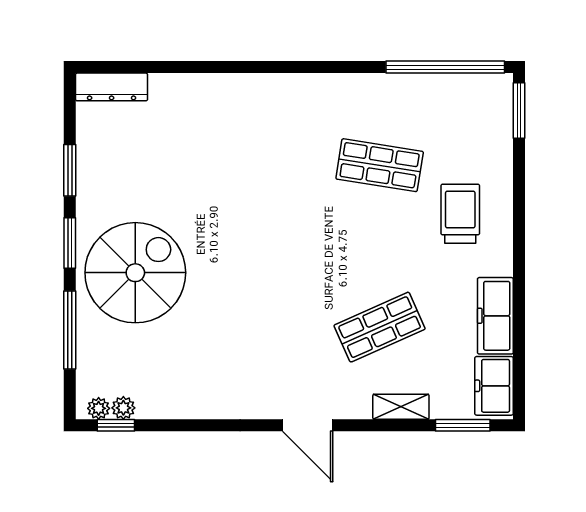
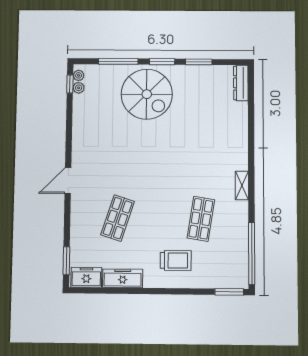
shop shelf: (380, 327) -> (118, 218), turned 42
shelving: (401, 407) -> (242, 185), moved

